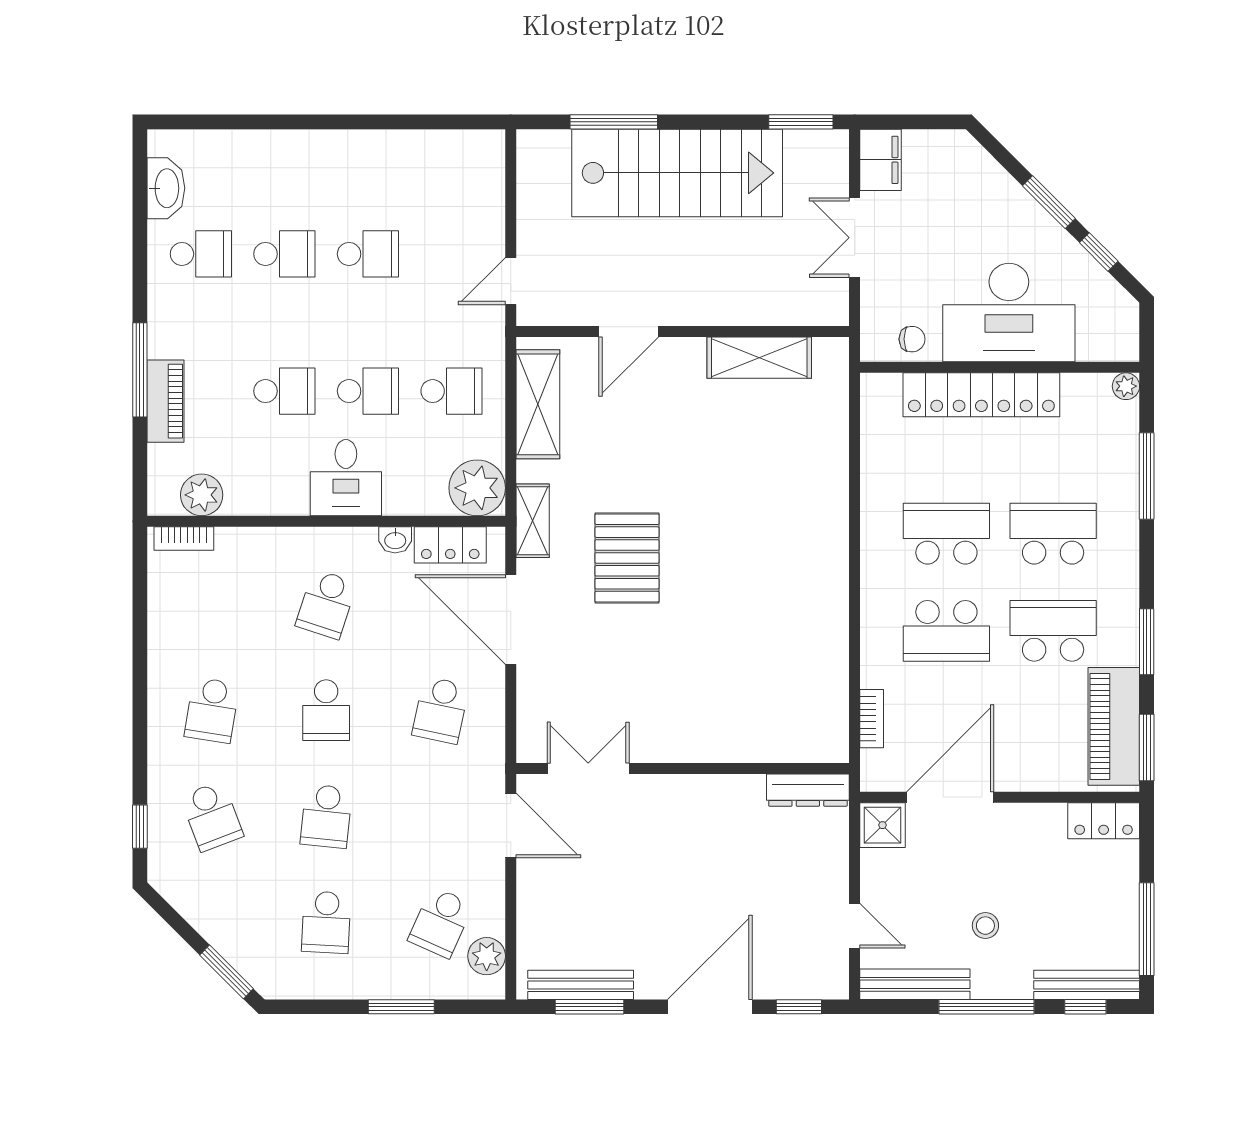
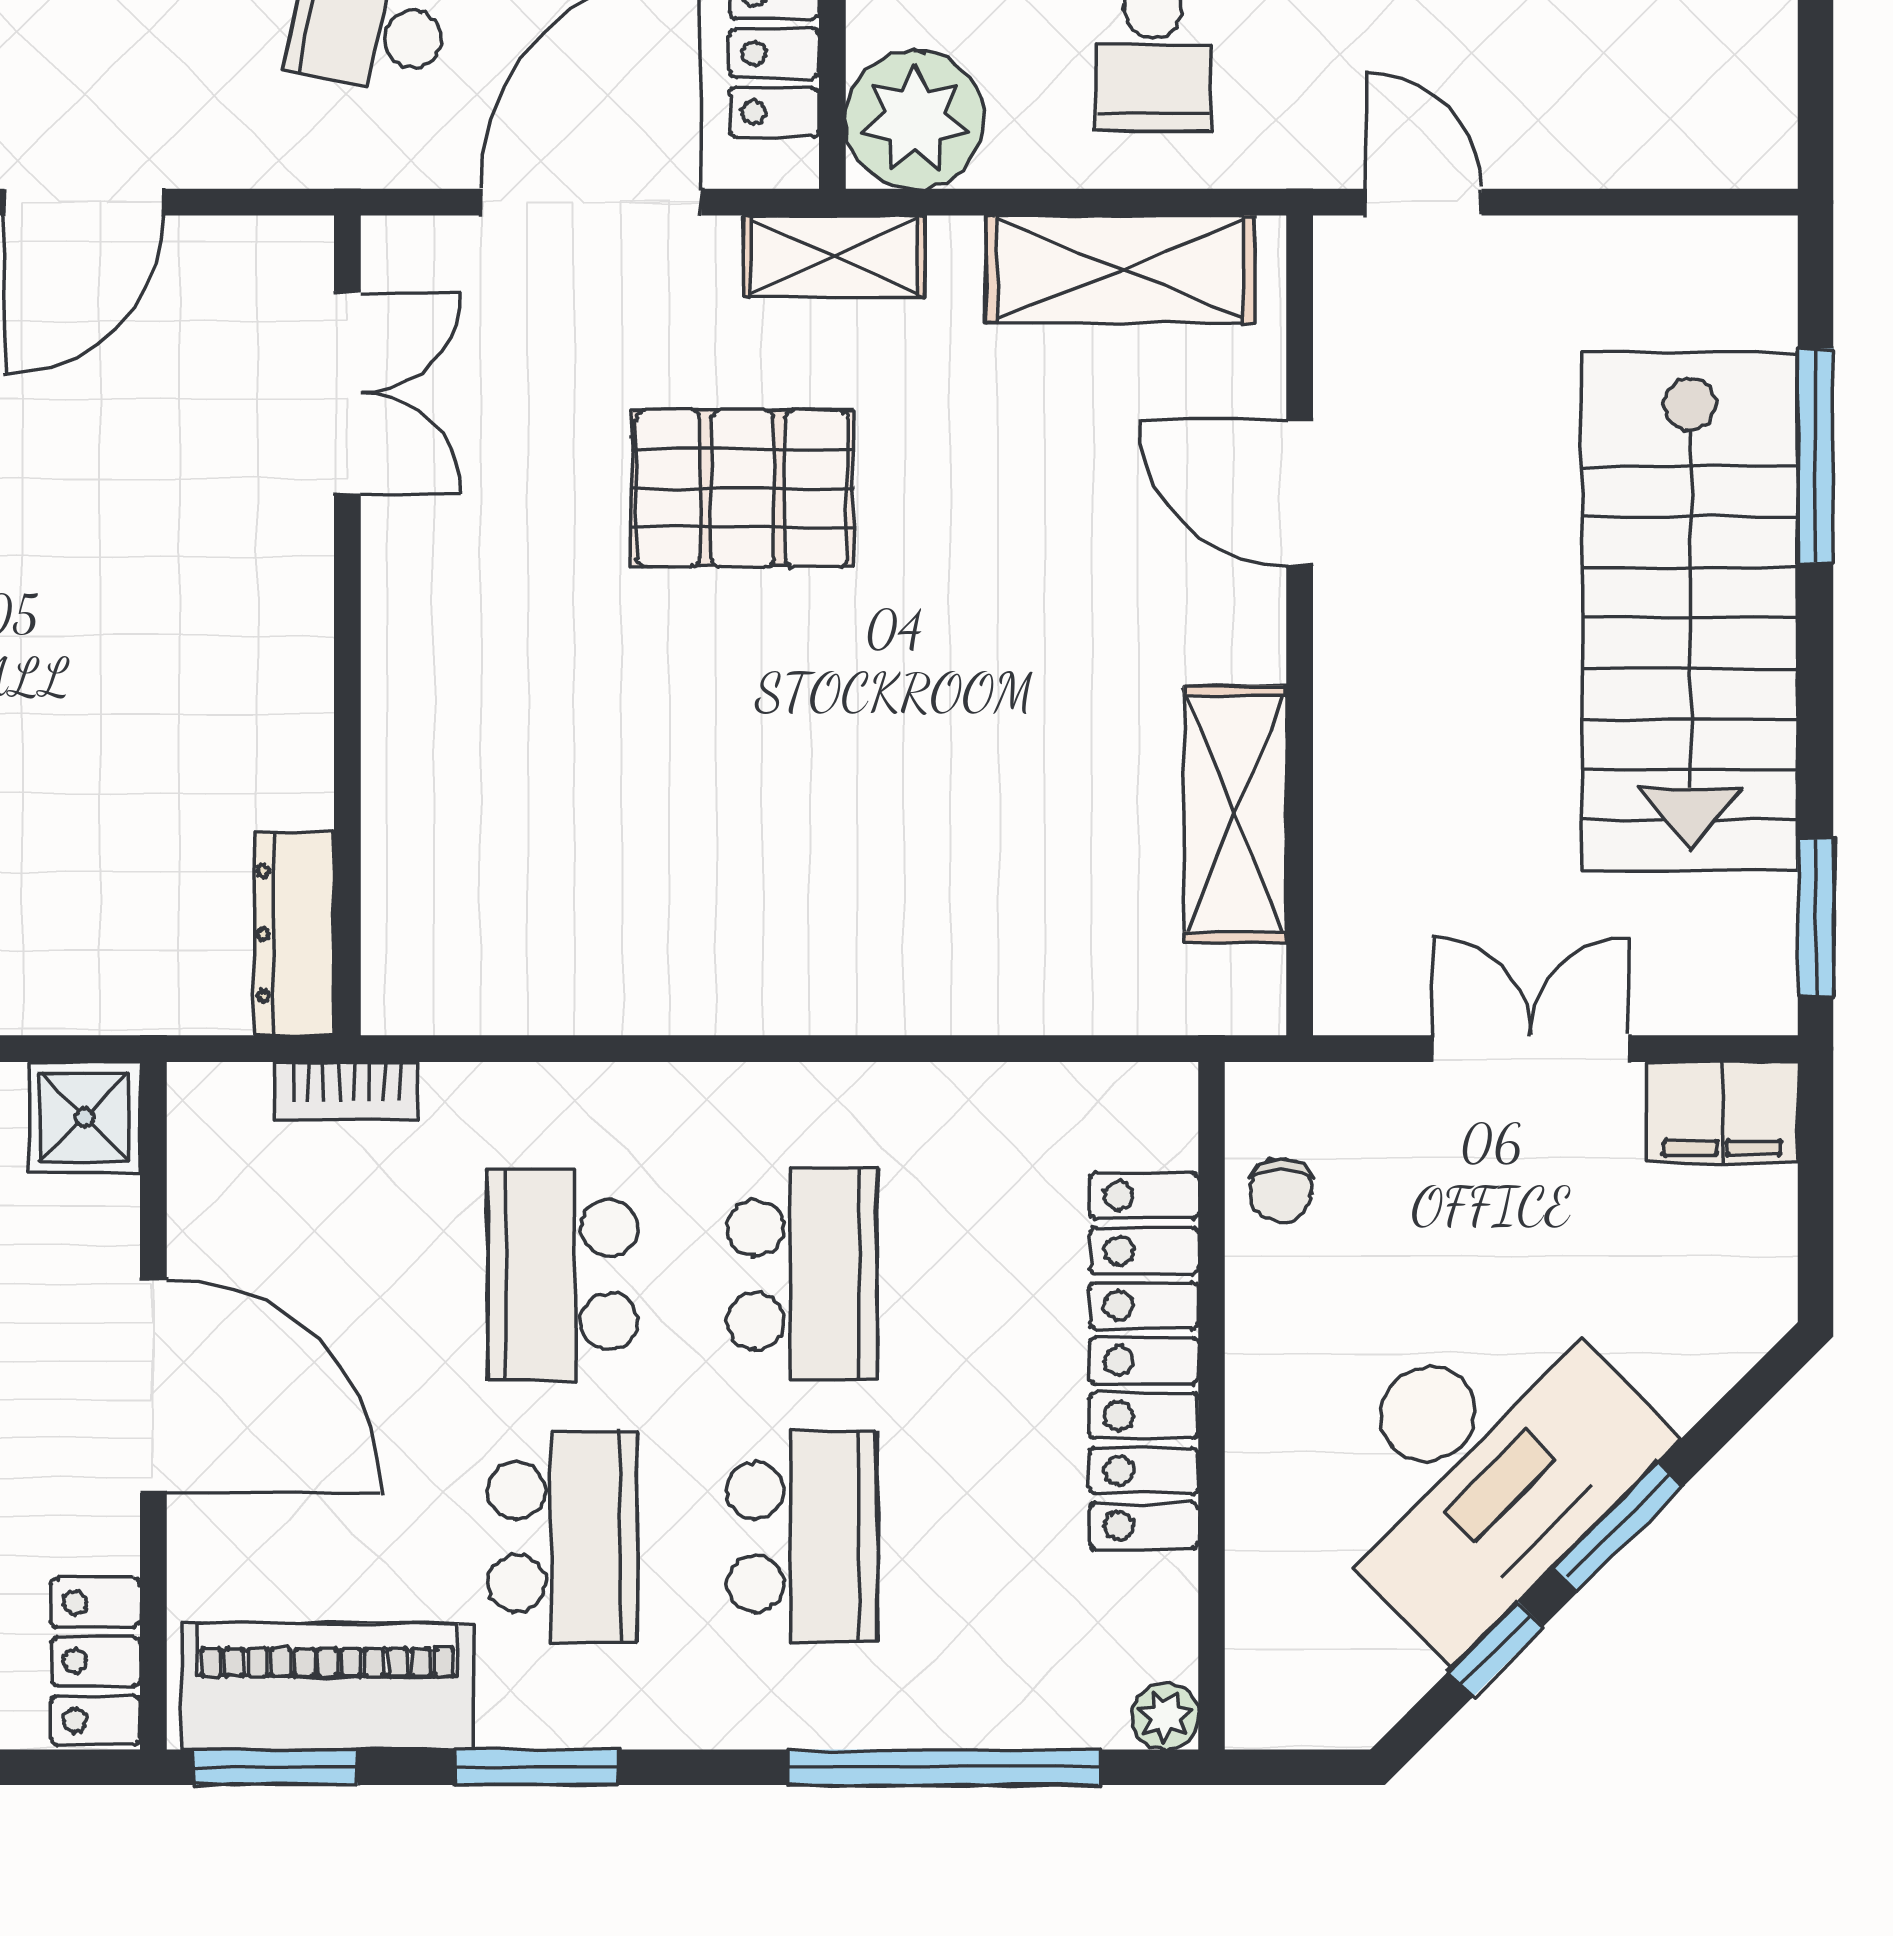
desk: (1009, 313) -> (1481, 1467), moved, turned -135
window: (1147, 476) -> (944, 1767), width x1.46
double door: (588, 769) -> (347, 393), moved
wall: (683, 769) -> (347, 625), moved
dresser: (808, 790) -> (294, 934), moved
door: (950, 797) -> (153, 1386), moved

